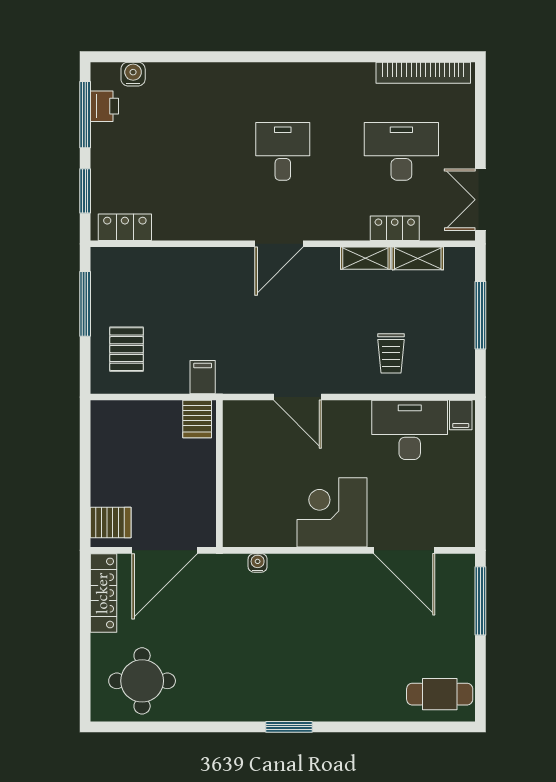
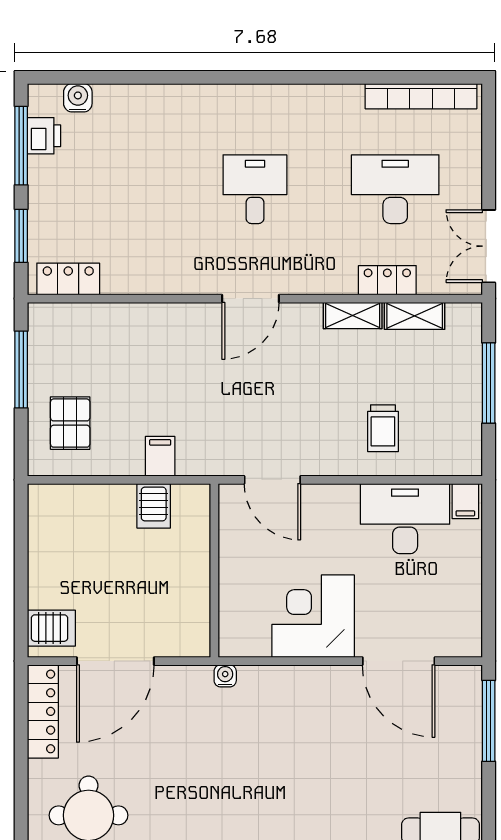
wall: (219, 474) -> (214, 570), moved

